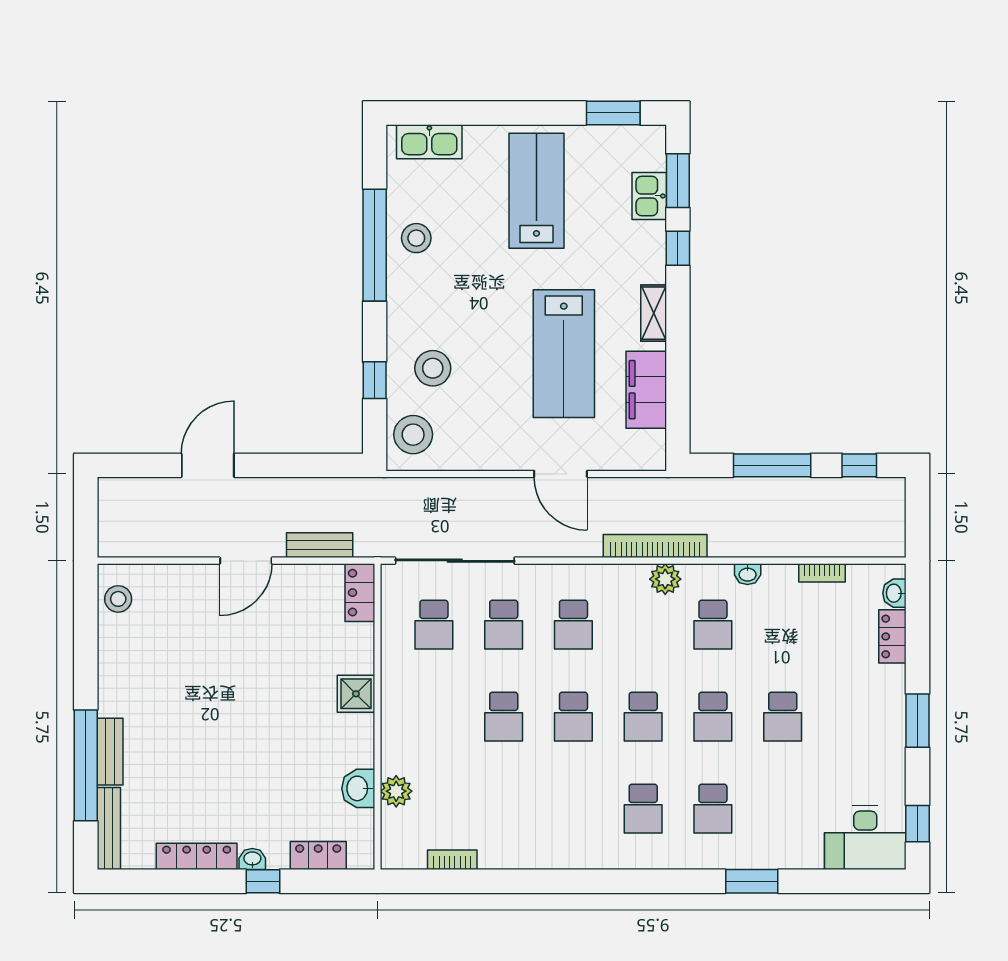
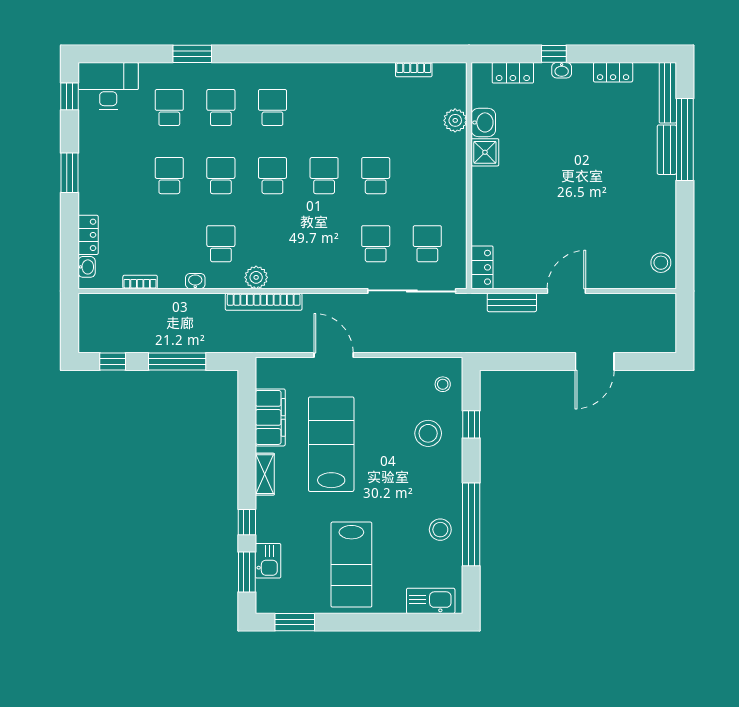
stool: (413, 435) -> (443, 384), width x0.53, depth x0.53
school desk: (573, 625) -> (169, 108), moved
shower: (356, 694) -> (485, 152), moved
locker: (197, 856) -> (613, 72), width x0.66

